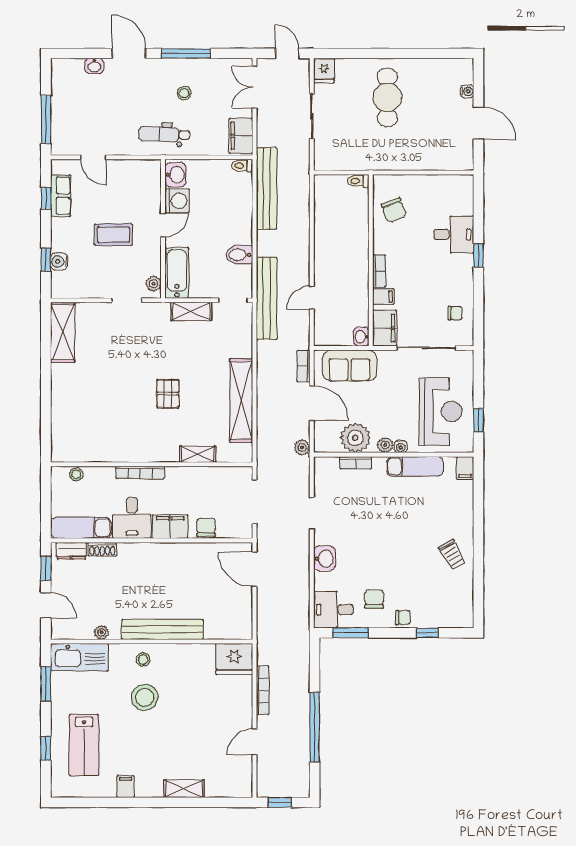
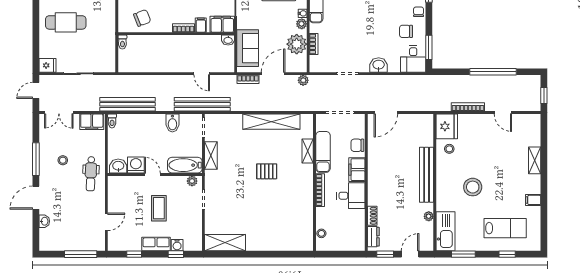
row of seats: (61, 196) -> (156, 244), moved
exam couch: (81, 528) -> (323, 152), moved, turned 180
stool: (143, 660) -> (449, 149), moved

